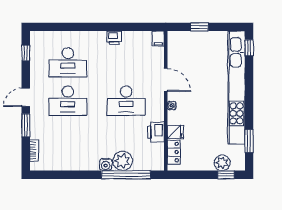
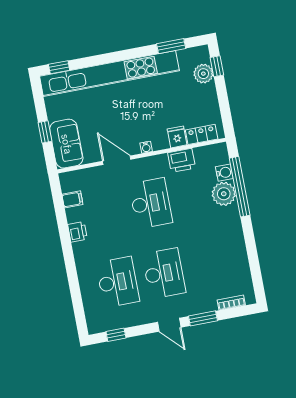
filing cabinet: (158, 39) -> (72, 199), moved
sofa: (187, 42) -> (66, 144), added
door: (166, 80) -> (117, 160), hinge flipped
water cooler: (106, 165) -> (224, 173), moved

